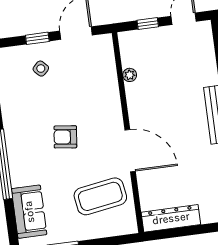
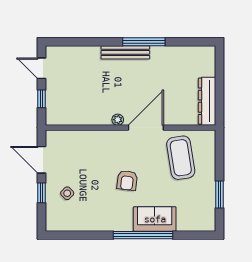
plant: (130, 75) -> (118, 120), moved
sofa: (29, 212) -> (155, 219), moved

